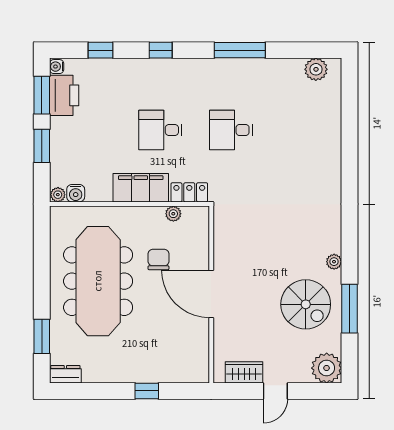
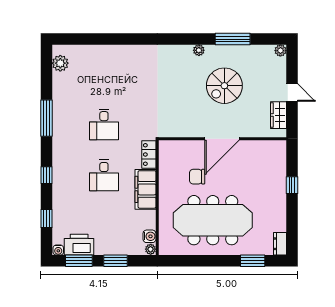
plant: (173, 214) -> (164, 166), removed
spiral stairs: (306, 304) -> (224, 86), moved, turned 180
plant: (327, 368) -> (280, 51), width x0.53, depth x0.53

